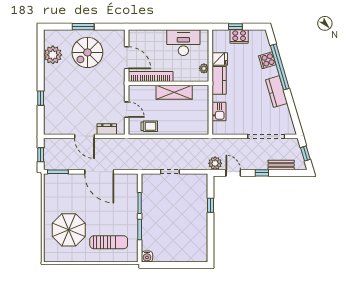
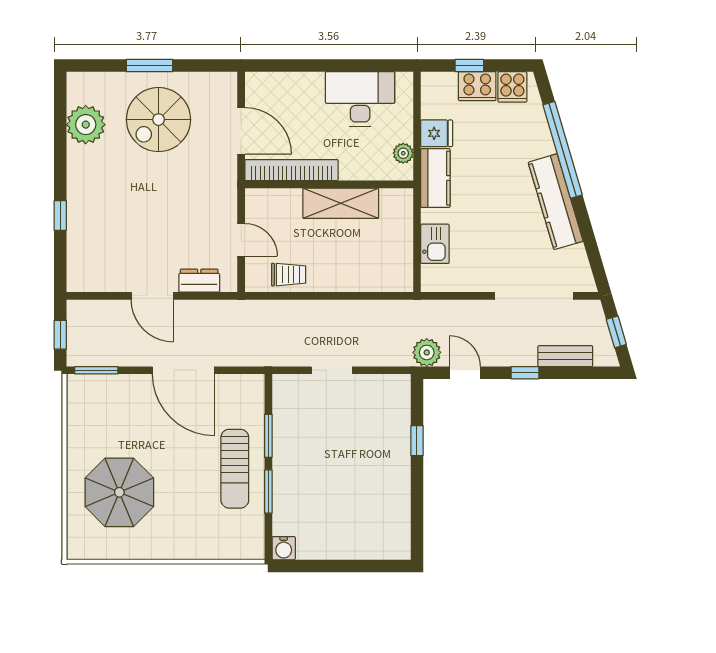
cooker: (267, 60) -> (512, 87), moved, turned -74
kitchen counter: (276, 92) -> (556, 202), width x1.50
sun lounger: (109, 242) -> (235, 469), moved, turned 90

